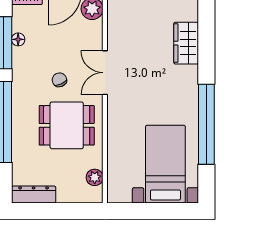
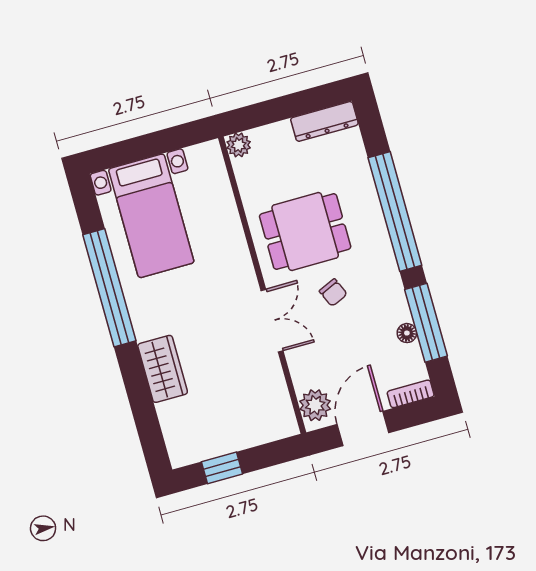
wardrobe: (186, 43) -> (163, 369), moved
plant: (95, 177) -> (239, 145), moved

